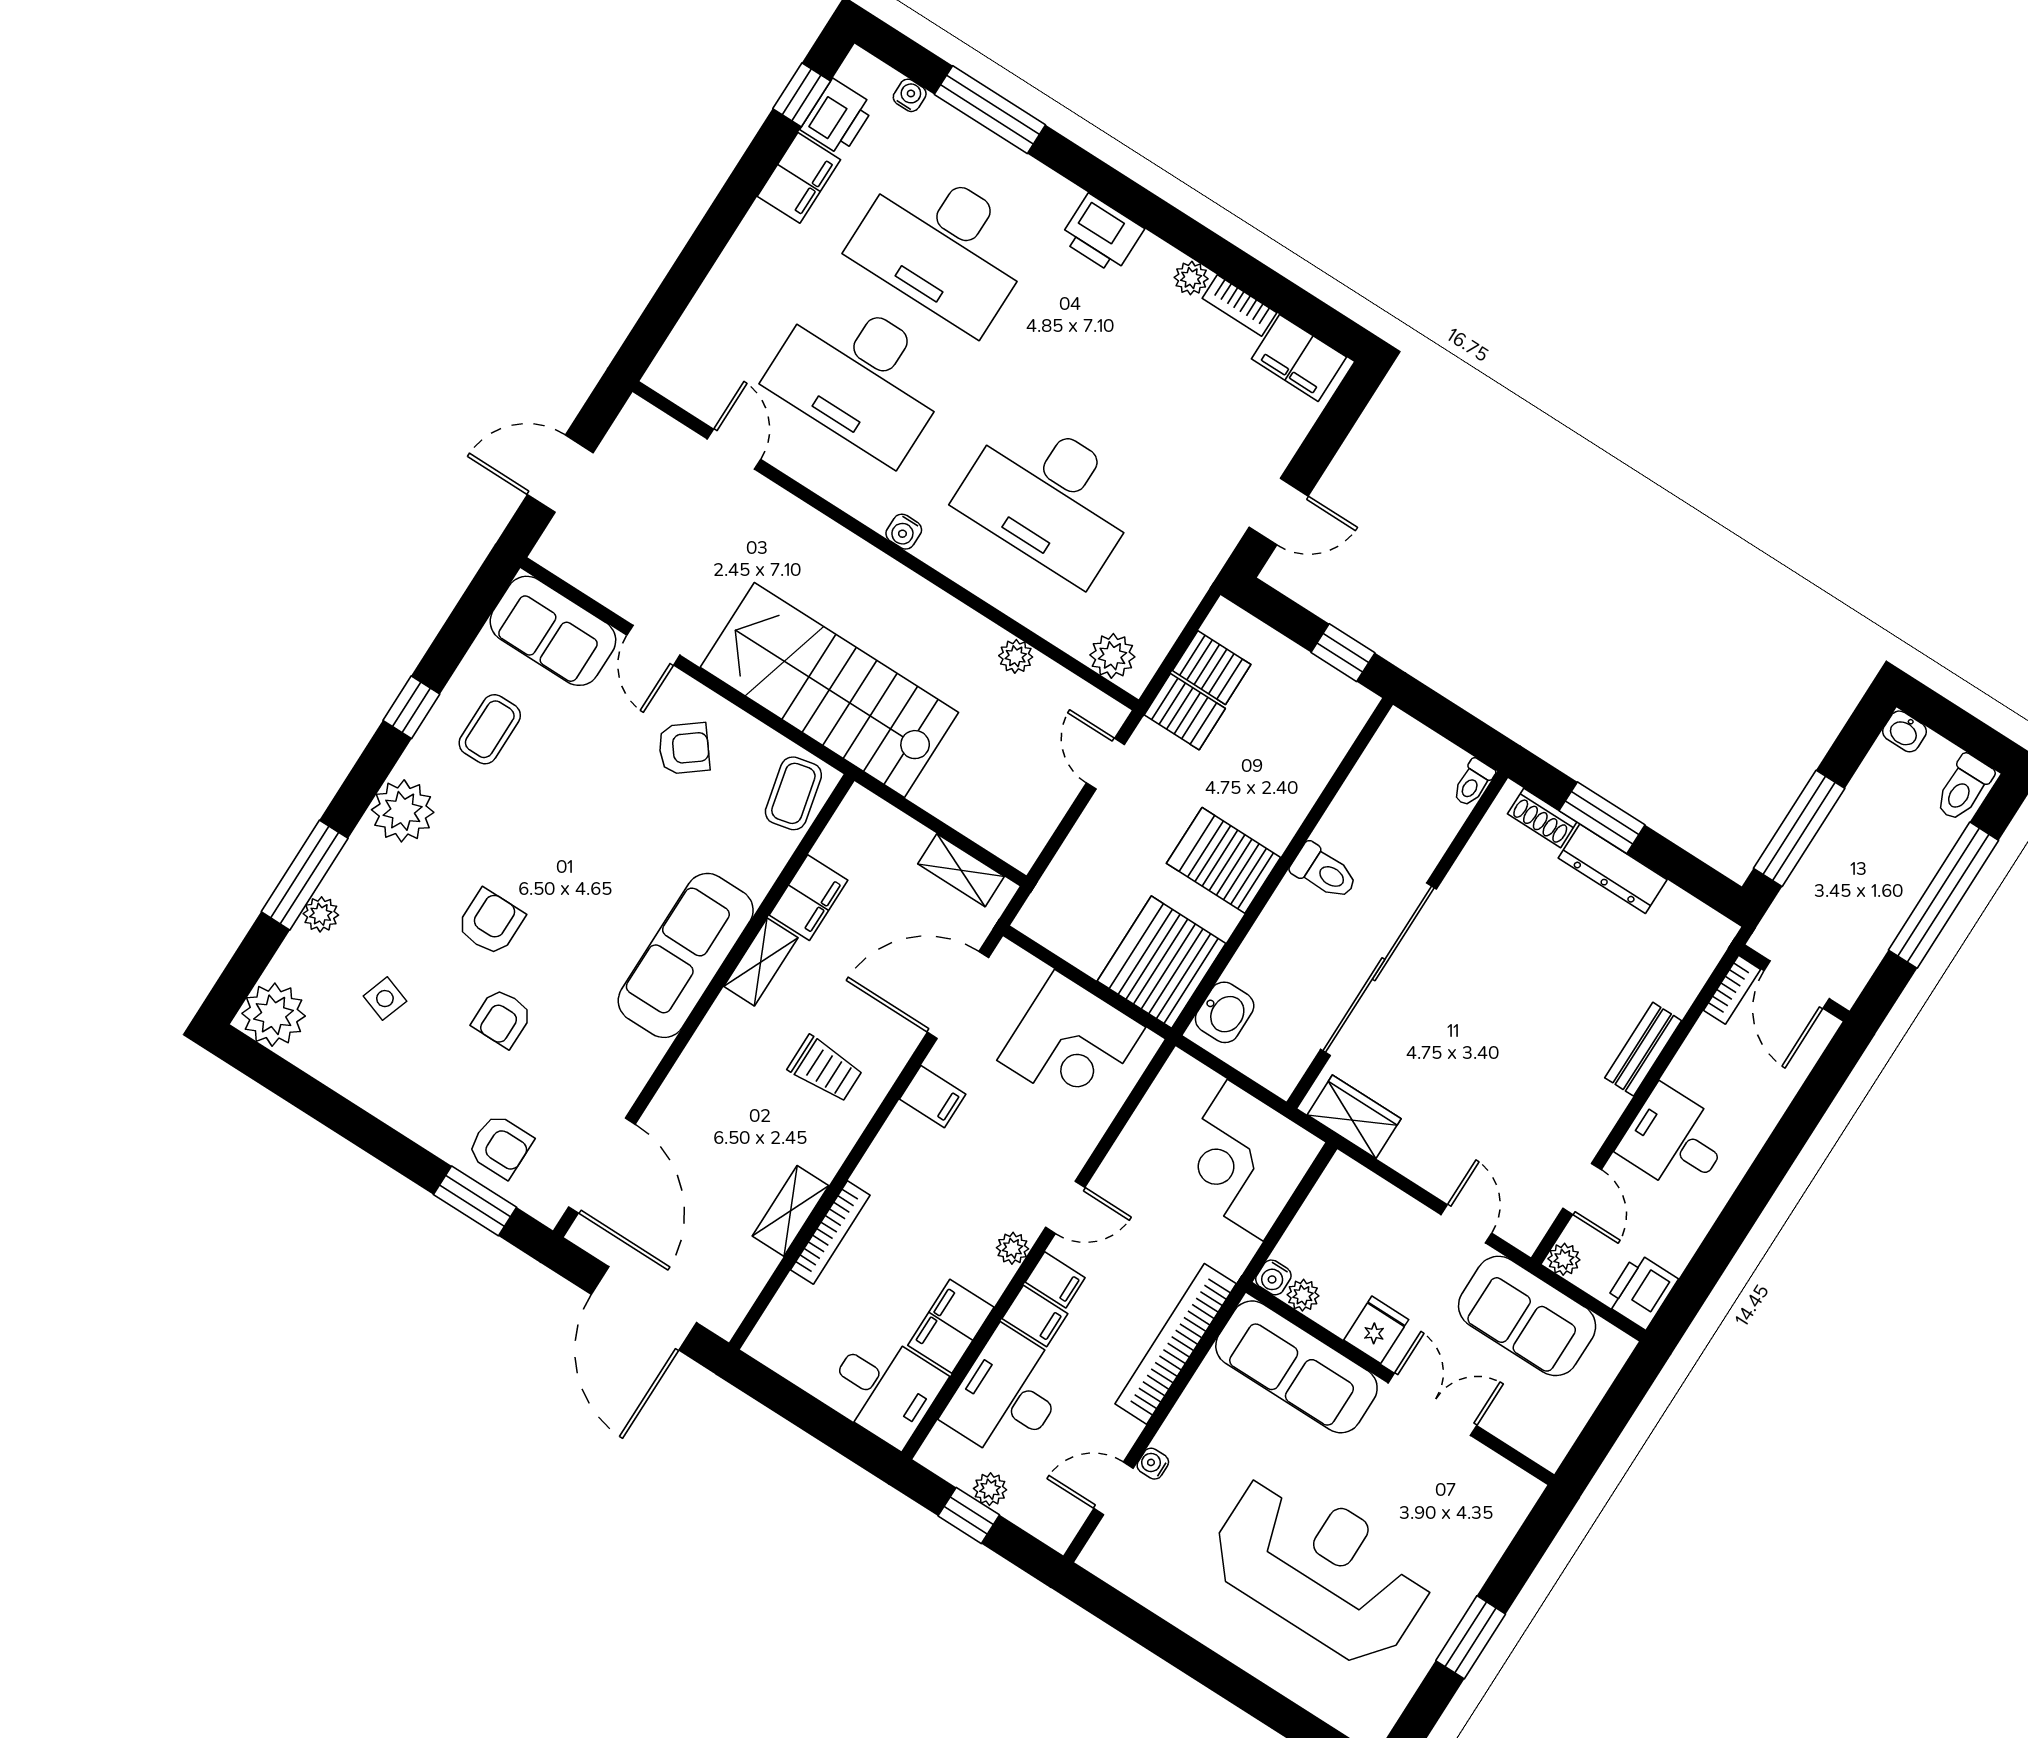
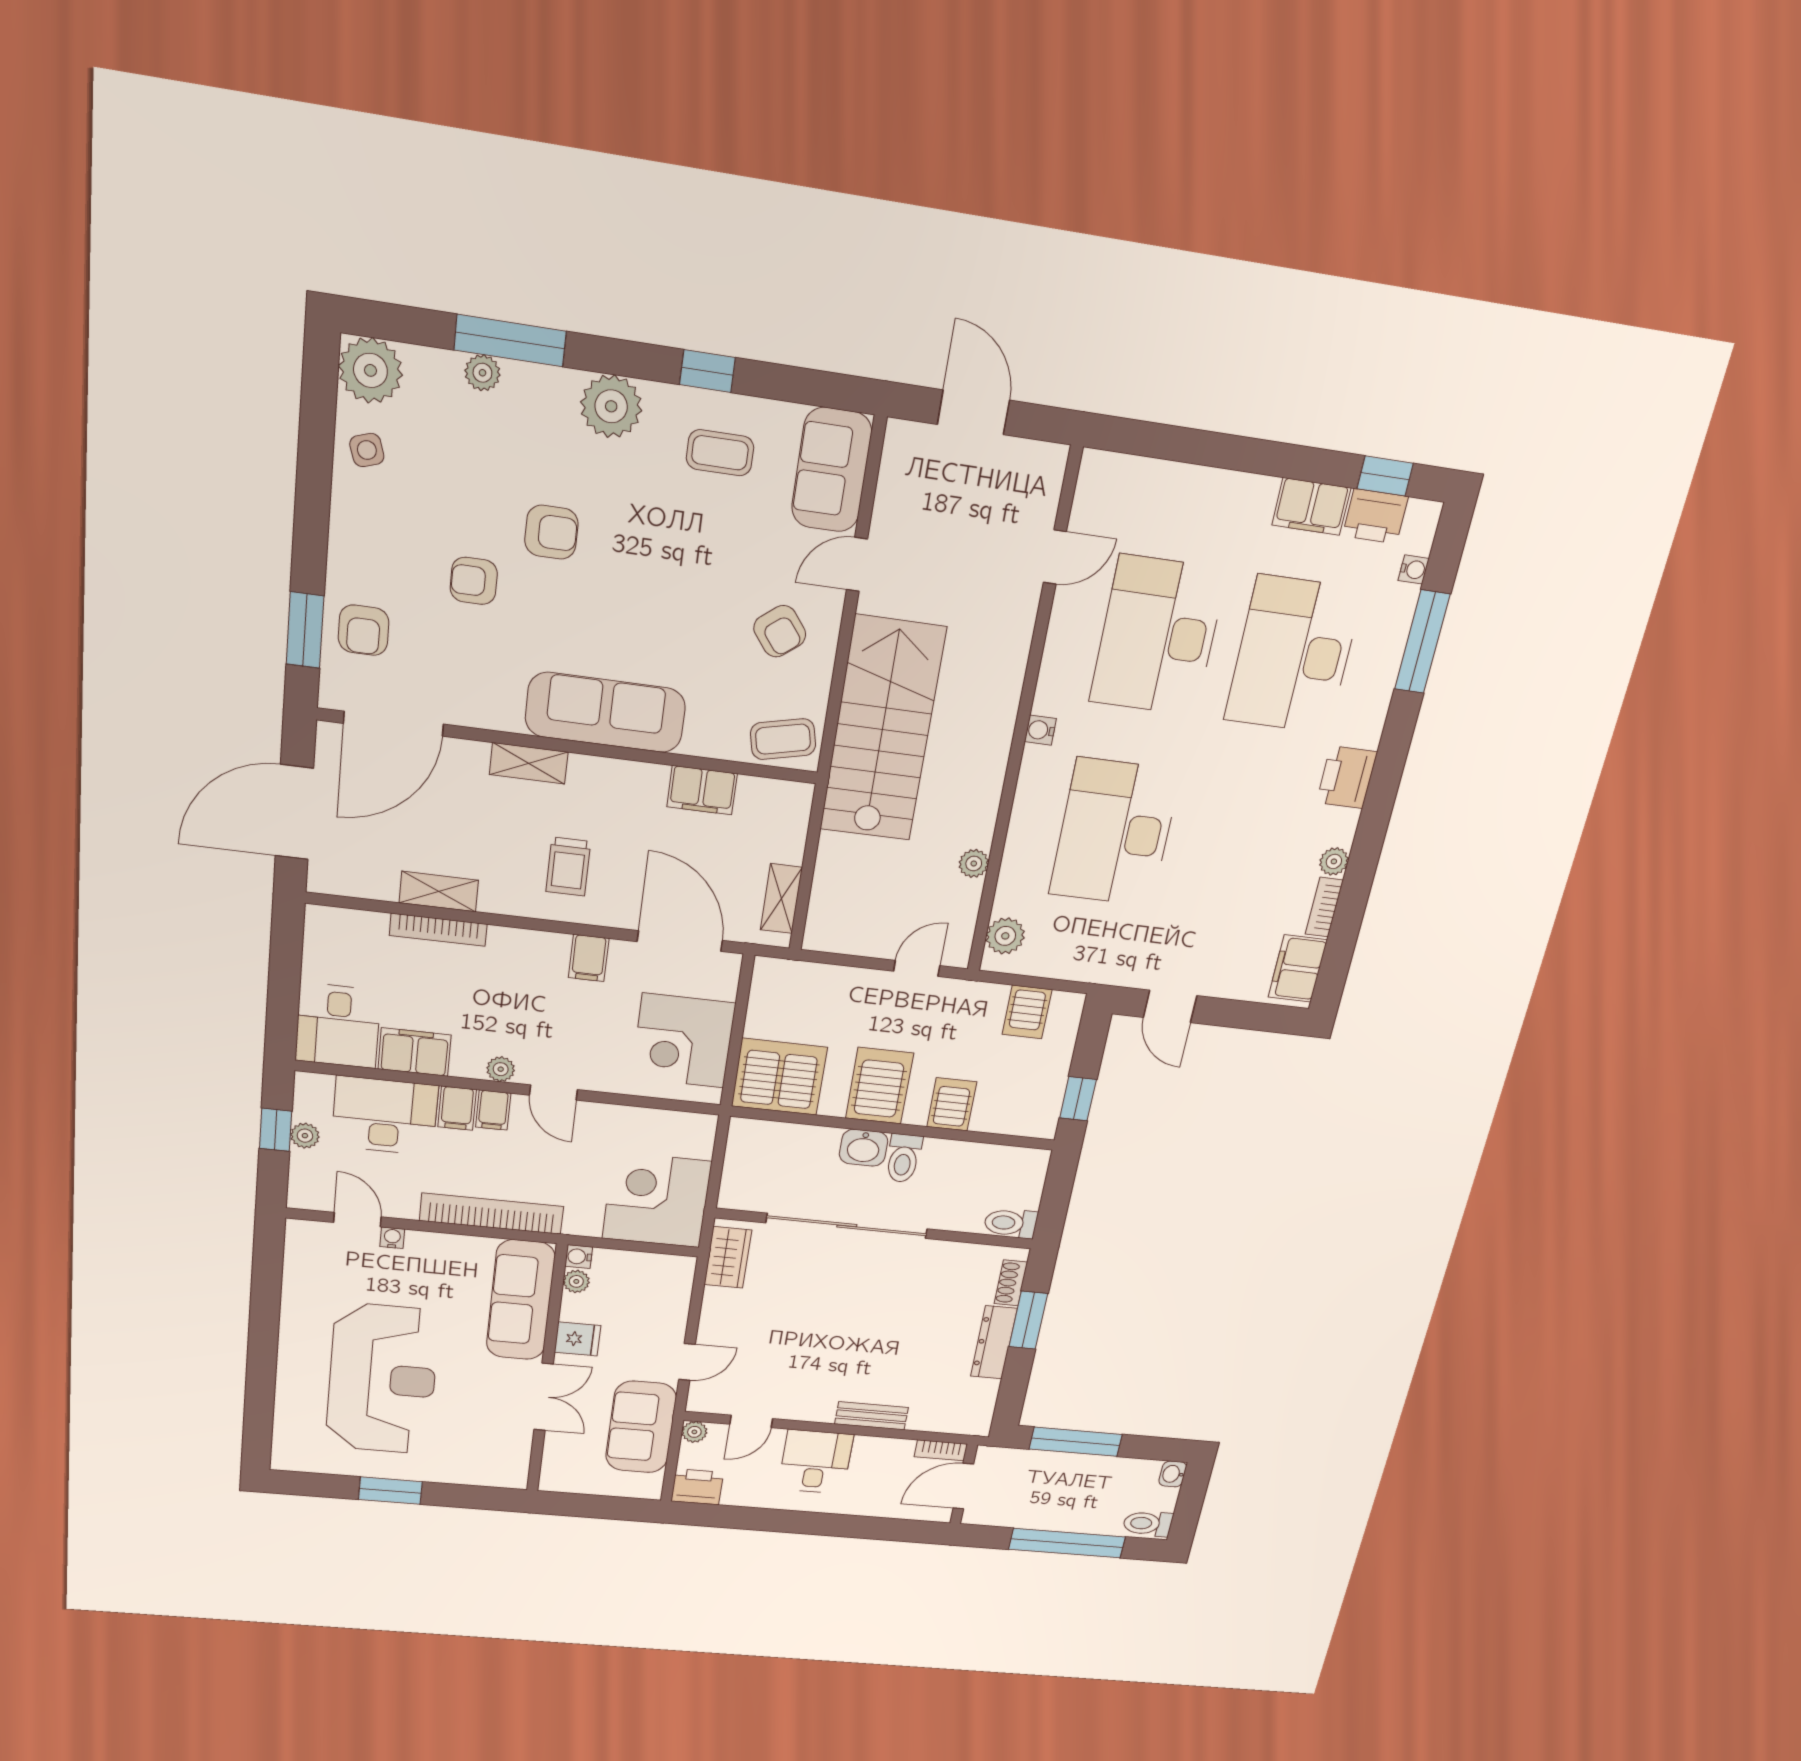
server rack: (1185, 712) -> (952, 1104), moved, turned 180
toilet: (1473, 783) -> (1011, 1223), width x1.37, depth x1.39
shelving: (761, 962) -> (529, 763), moved
side table: (385, 999) -> (367, 450), moved, turned -37
washbasin: (1225, 1012) -> (864, 1148), moved

